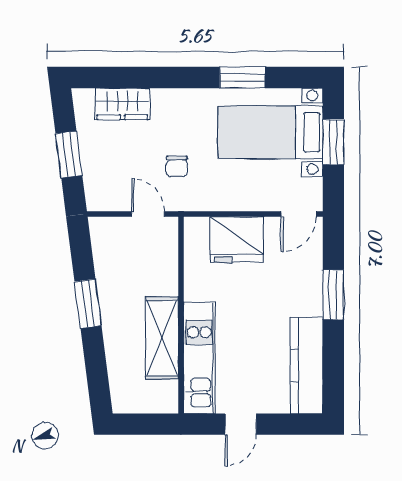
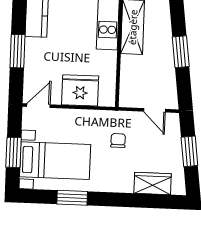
door: (148, 214) -> (154, 110), moved

